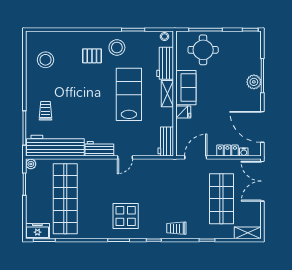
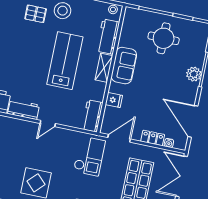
round table: (203, 50) -> (164, 38), moved
fridge: (183, 112) -> (114, 100), moved
checkout: (171, 180) -> (89, 156), added

